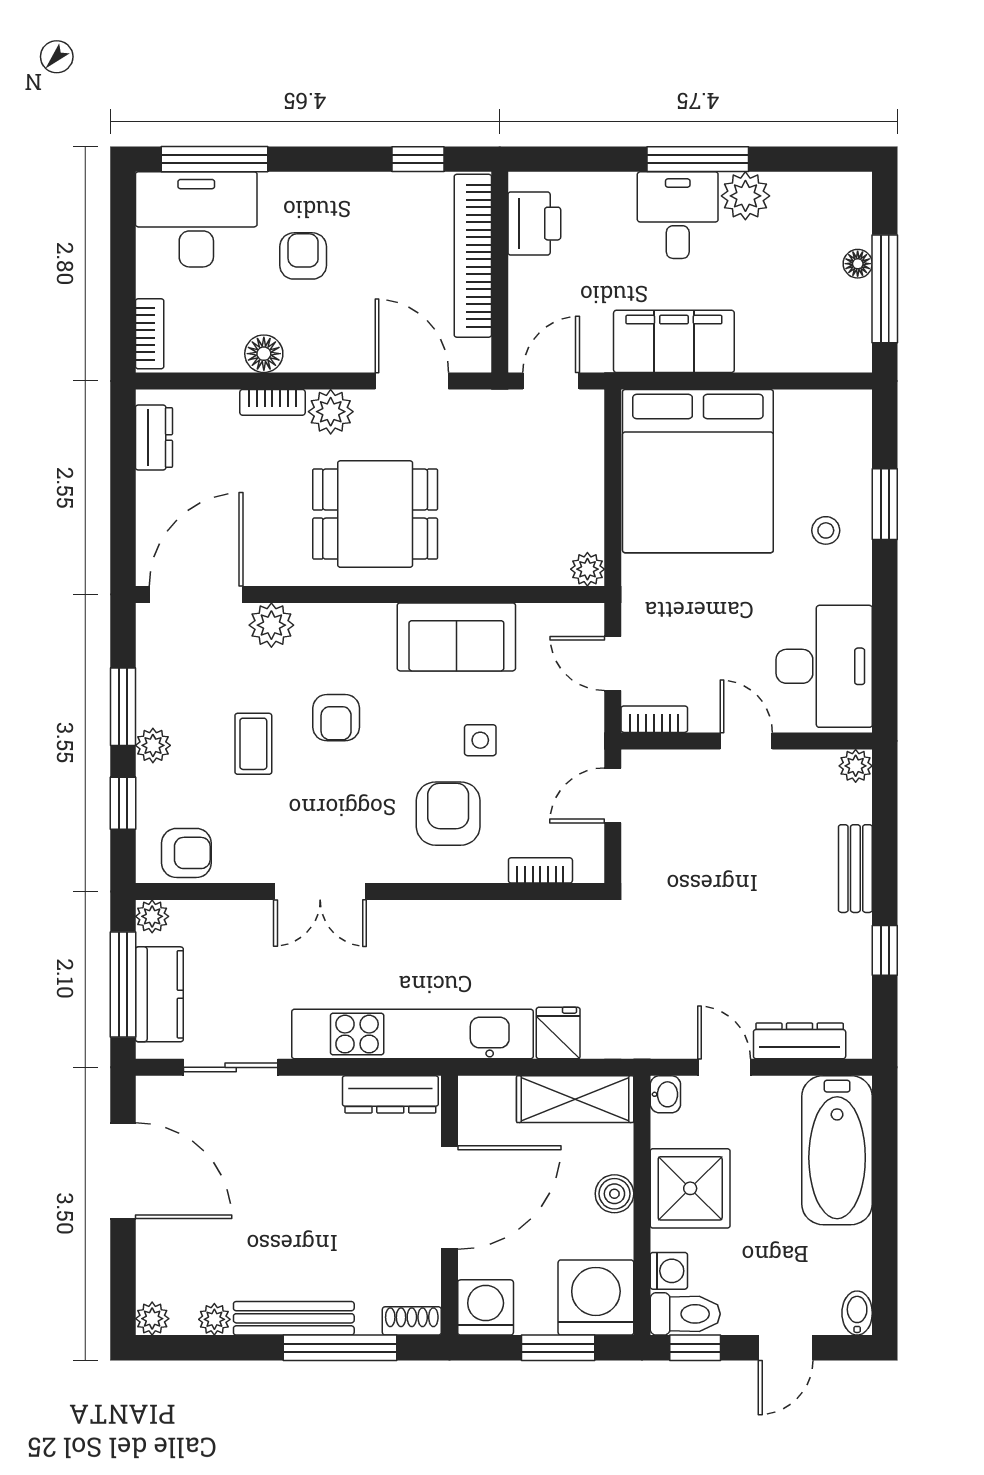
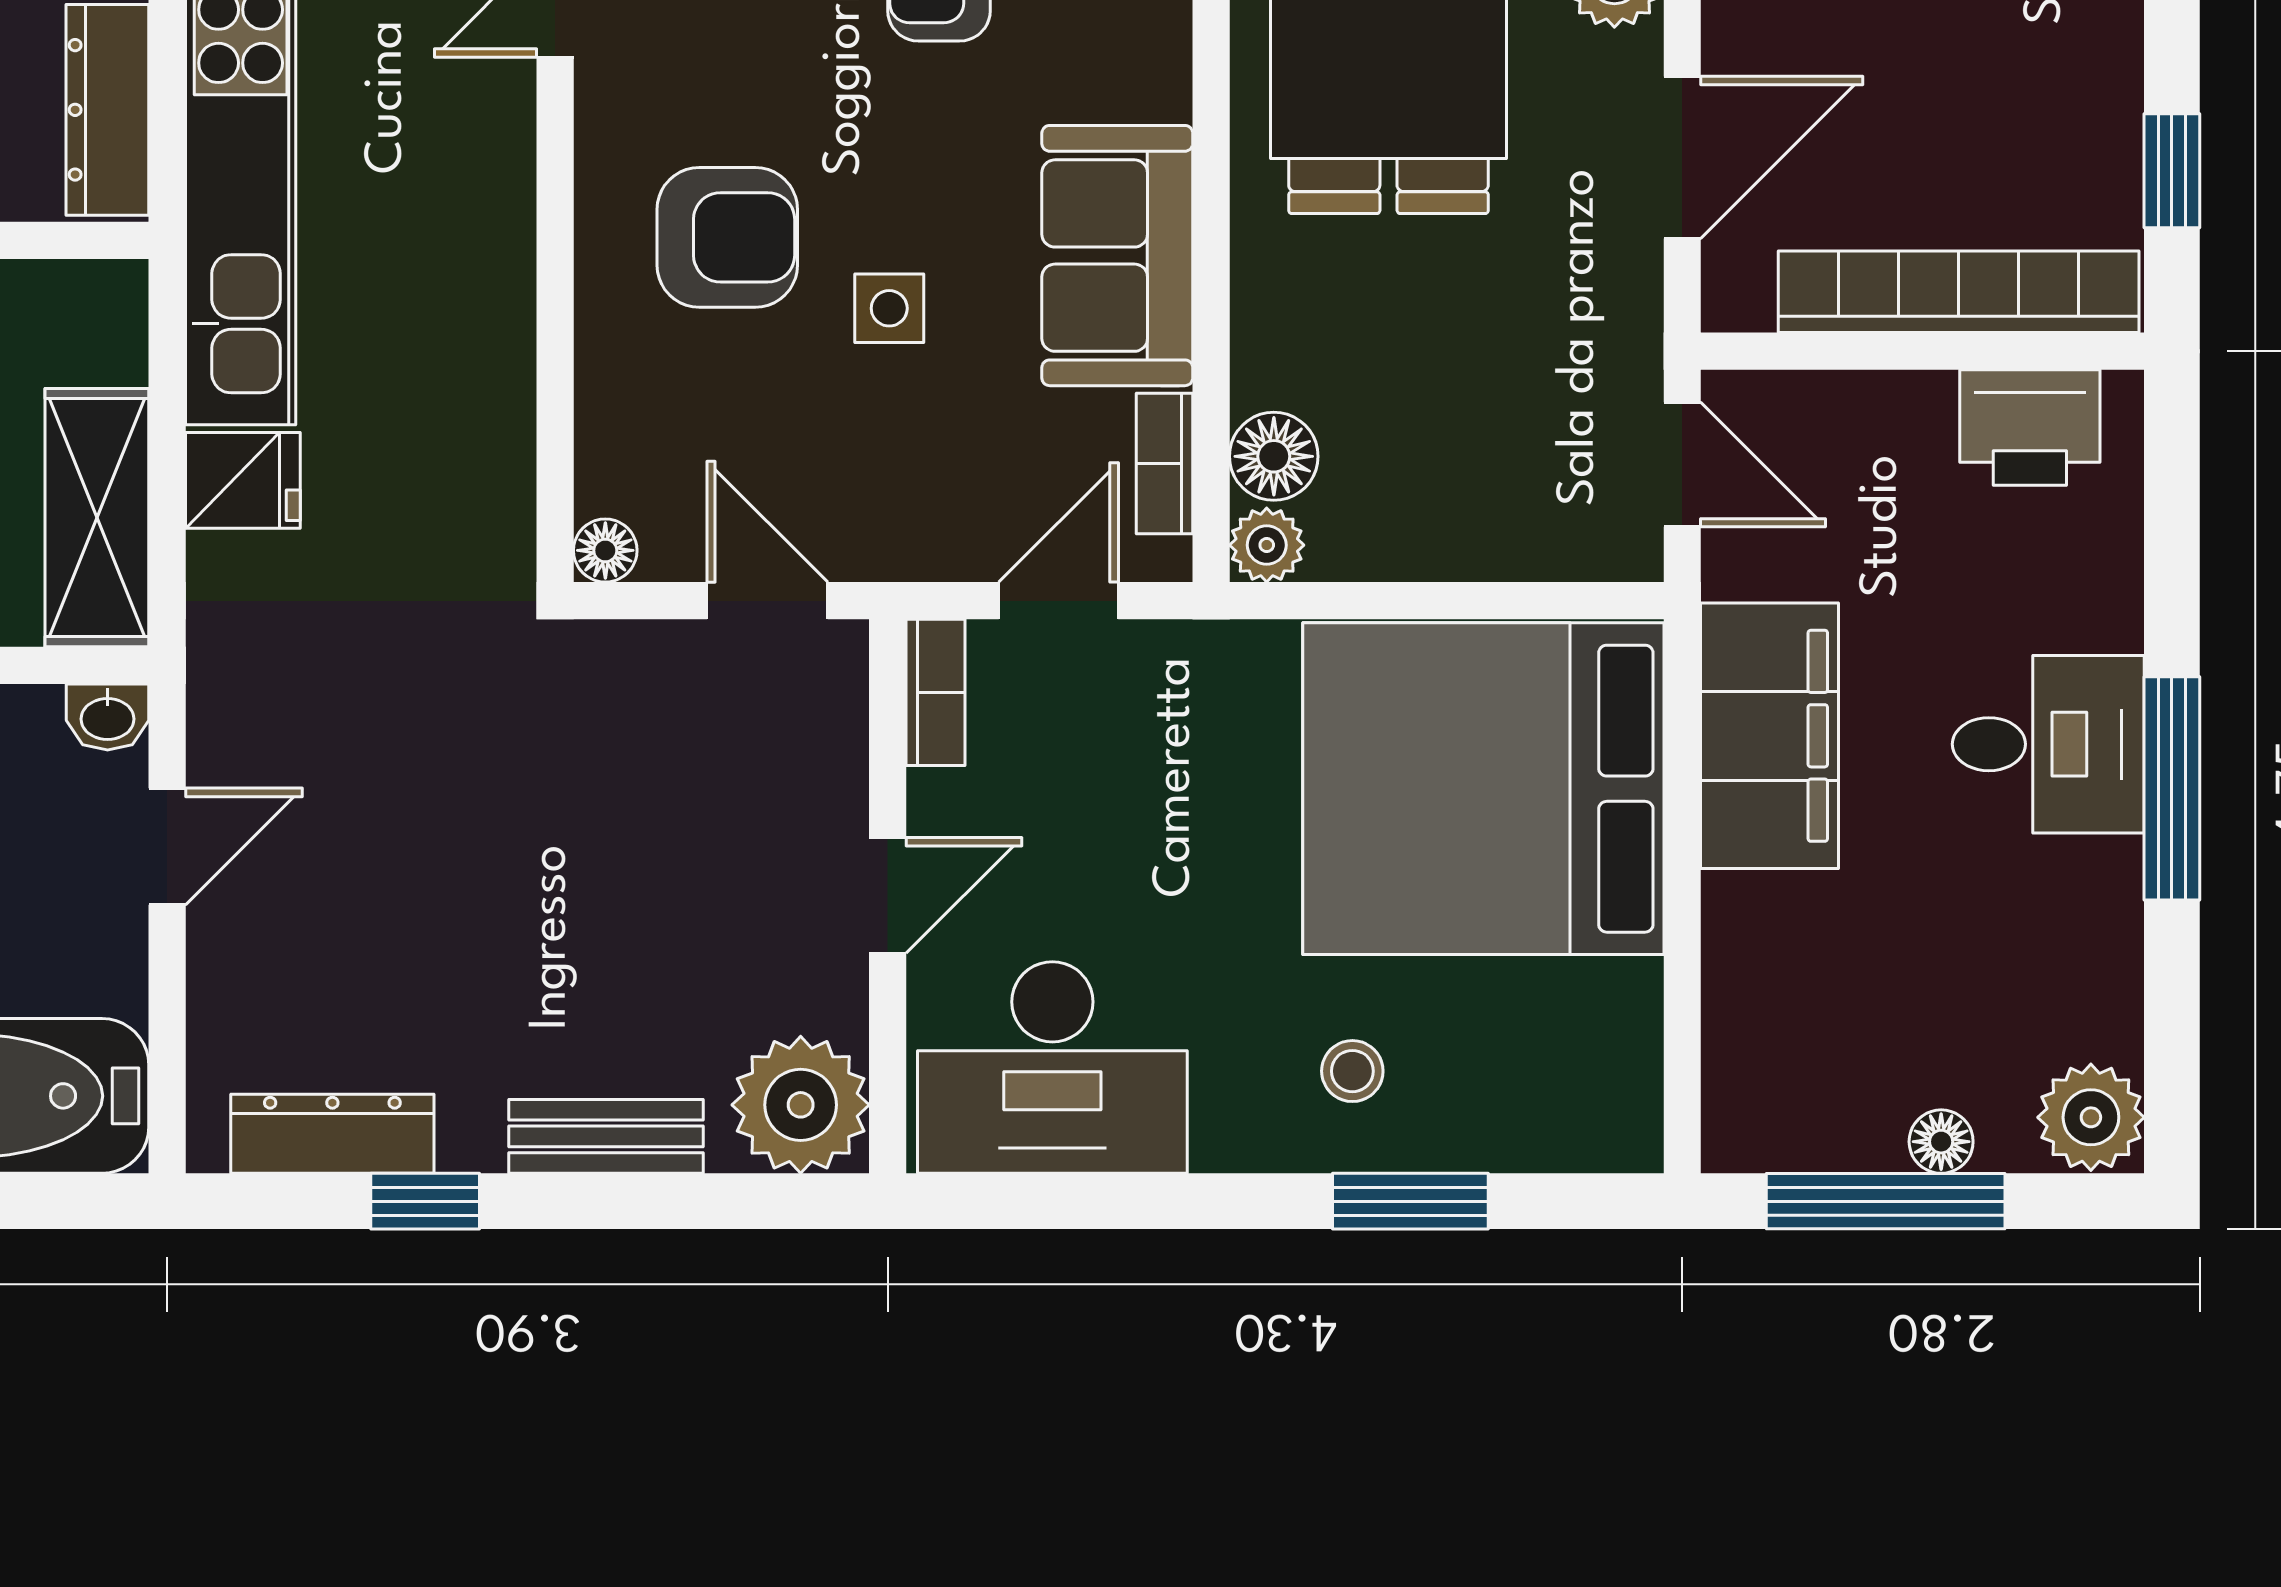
plant: (745, 196) -> (2091, 1117), moved
floor lamp: (547, 566) -> (1274, 456), added
plant: (856, 766) -> (801, 1105), width x1.87, depth x1.87
floor lamp: (590, 869) -> (605, 550), added
bookcase: (540, 870) -> (1164, 464), moved, turned 180
dresser: (800, 1041) -> (332, 1134), moved, turned -90

